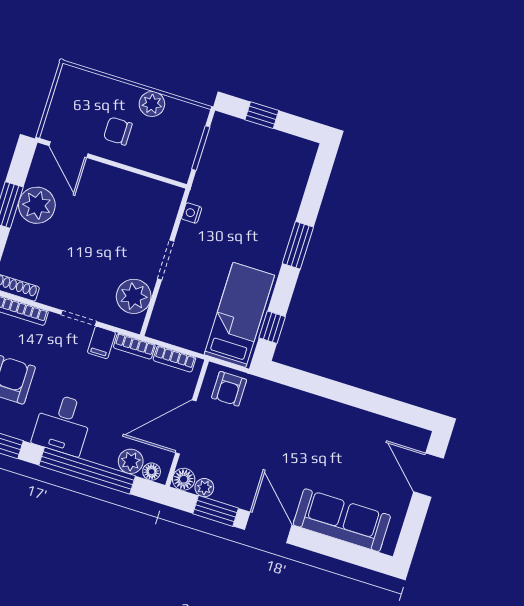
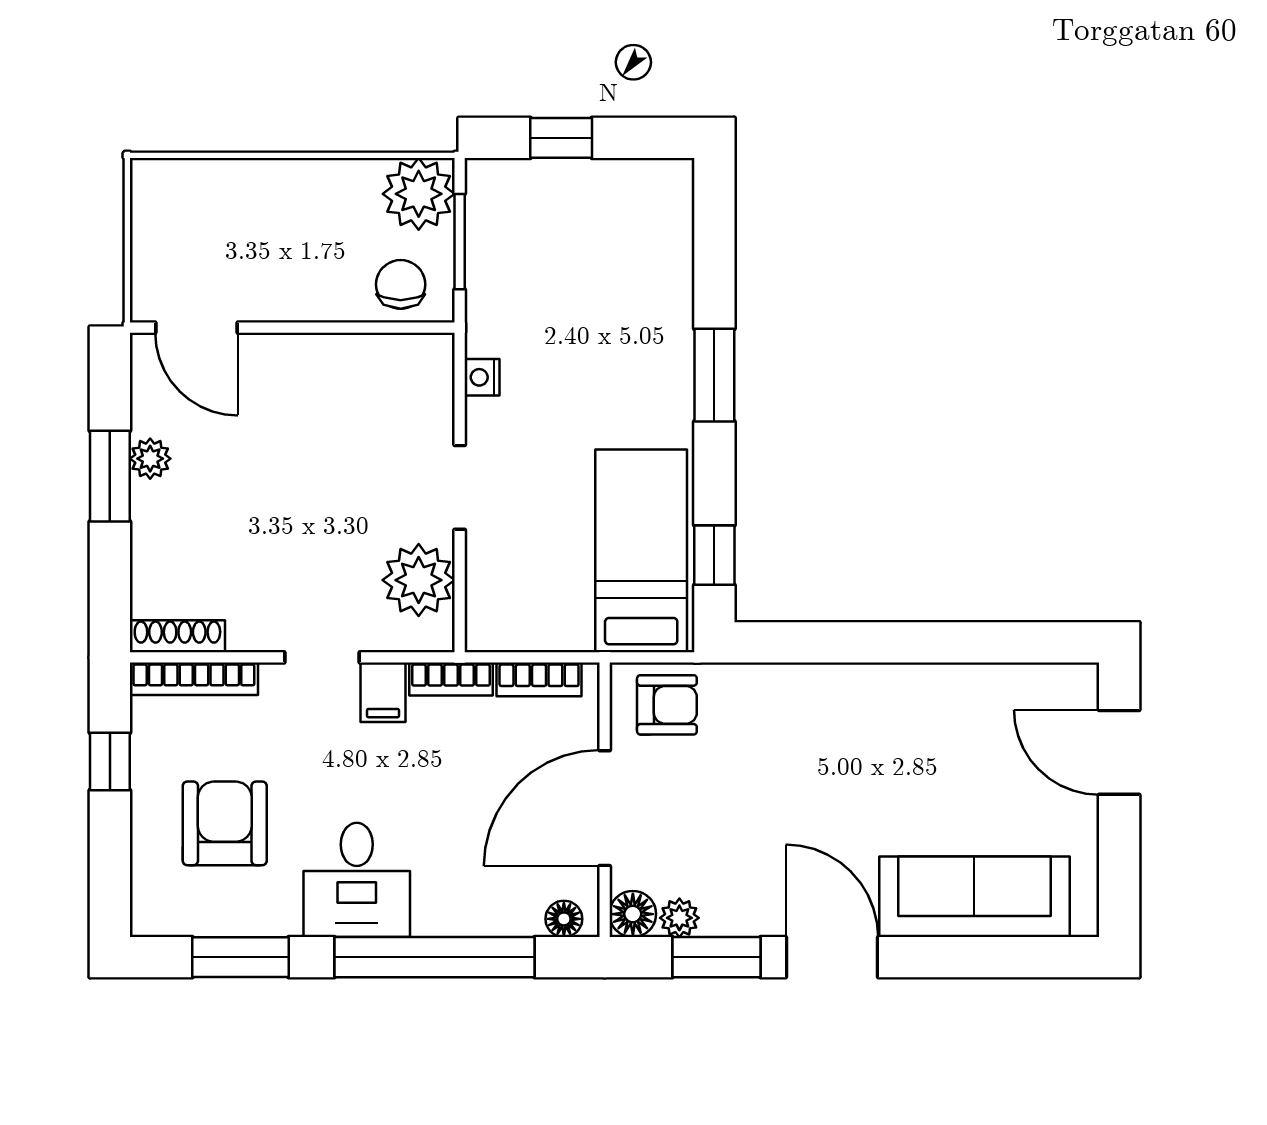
plant: (152, 104) -> (419, 194), moved, width x1.36, depth x1.36
chair: (118, 131) -> (401, 284), moved, turned 90
plant: (37, 205) -> (150, 459), width x0.53, depth x0.53
armchair: (229, 389) -> (667, 705), turned -90
plant: (131, 461) -> (516, 911), removed

